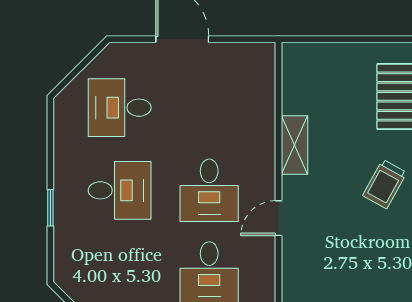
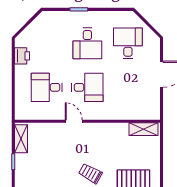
shelving: (294, 145) -> (143, 129), moved
desk: (209, 190) -> (87, 87), turned 180

